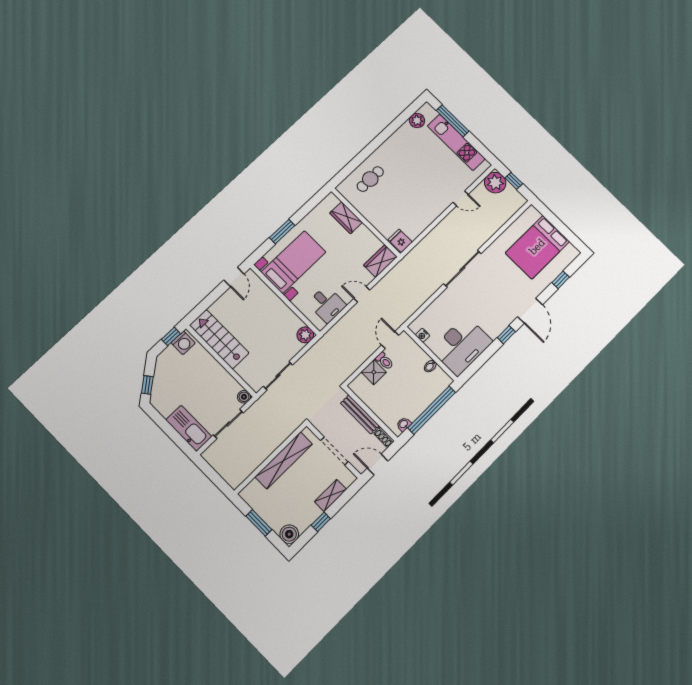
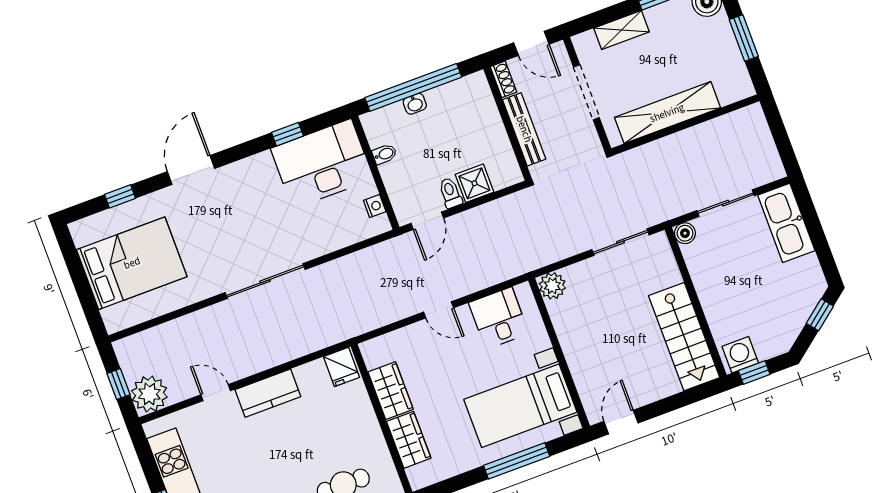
kitchen counter: (433, 210) -> (268, 393), added
window: (282, 232) -> (517, 461), width x1.44
wardrobe: (380, 261) -> (391, 391), moved, turned -90
window: (506, 335) -> (287, 134), moved
washbasin: (404, 424) -> (415, 104), moved

